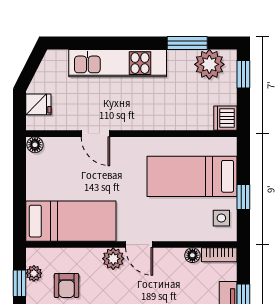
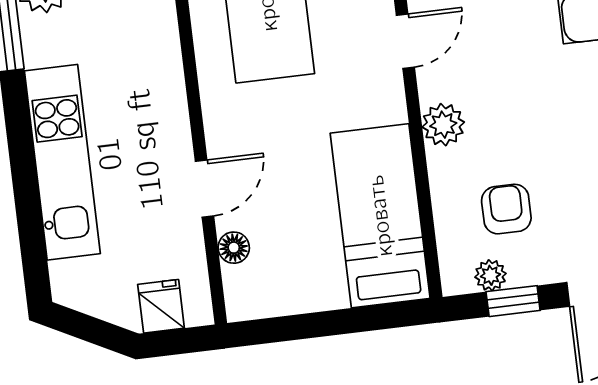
floor lamp: (35, 145) -> (234, 248), moved
door: (139, 245) -> (405, 41), moved
armchair: (66, 285) -> (506, 209), turned -90

